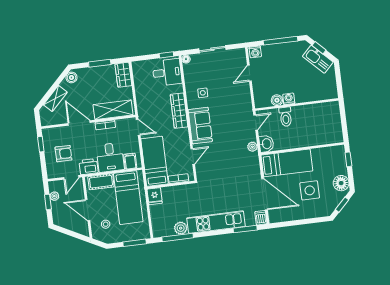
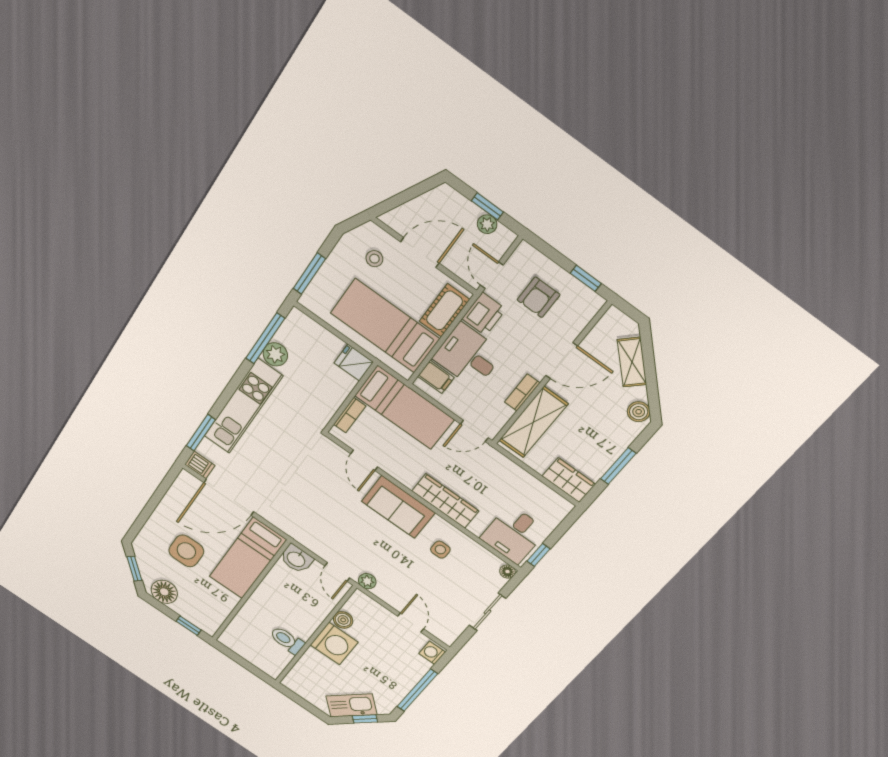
washing machine: (289, 99) -> (334, 644), width x1.89, depth x1.89
toilet: (286, 117) -> (287, 640), moved
plant: (252, 147) -> (367, 581), moved

